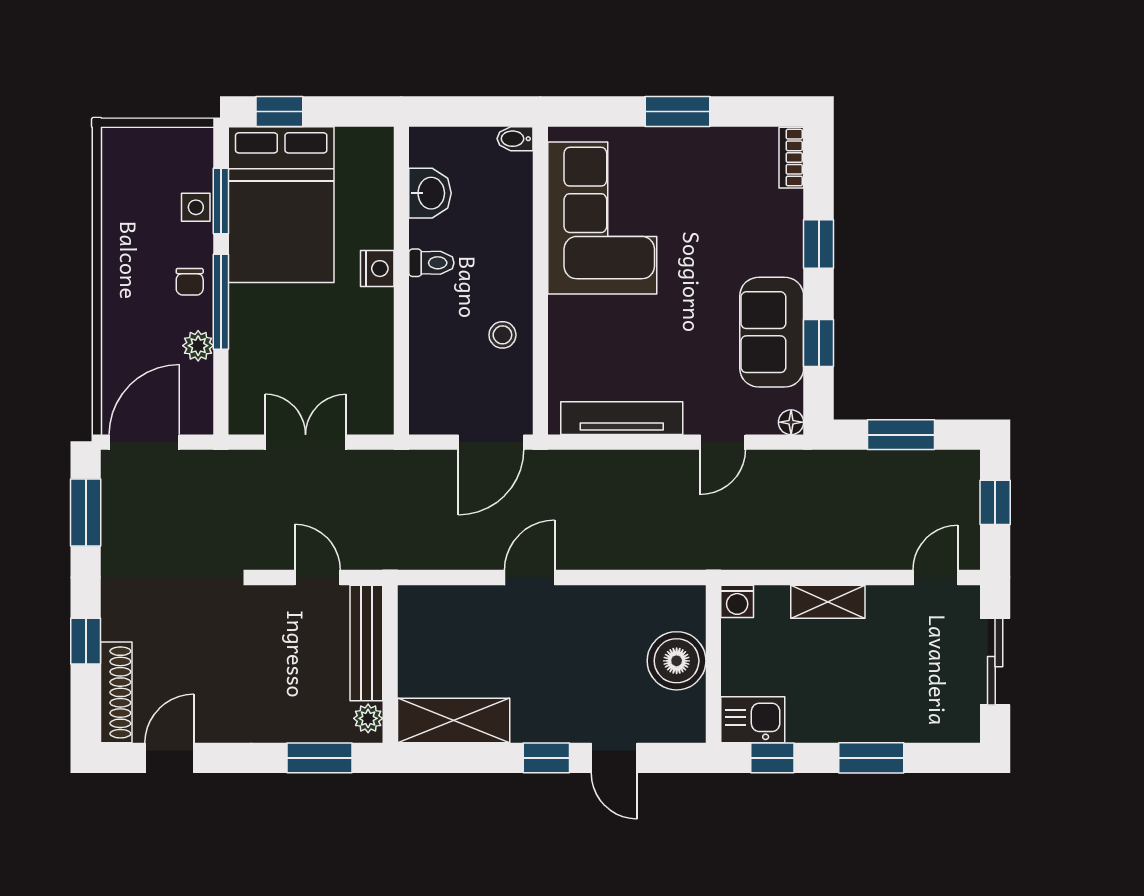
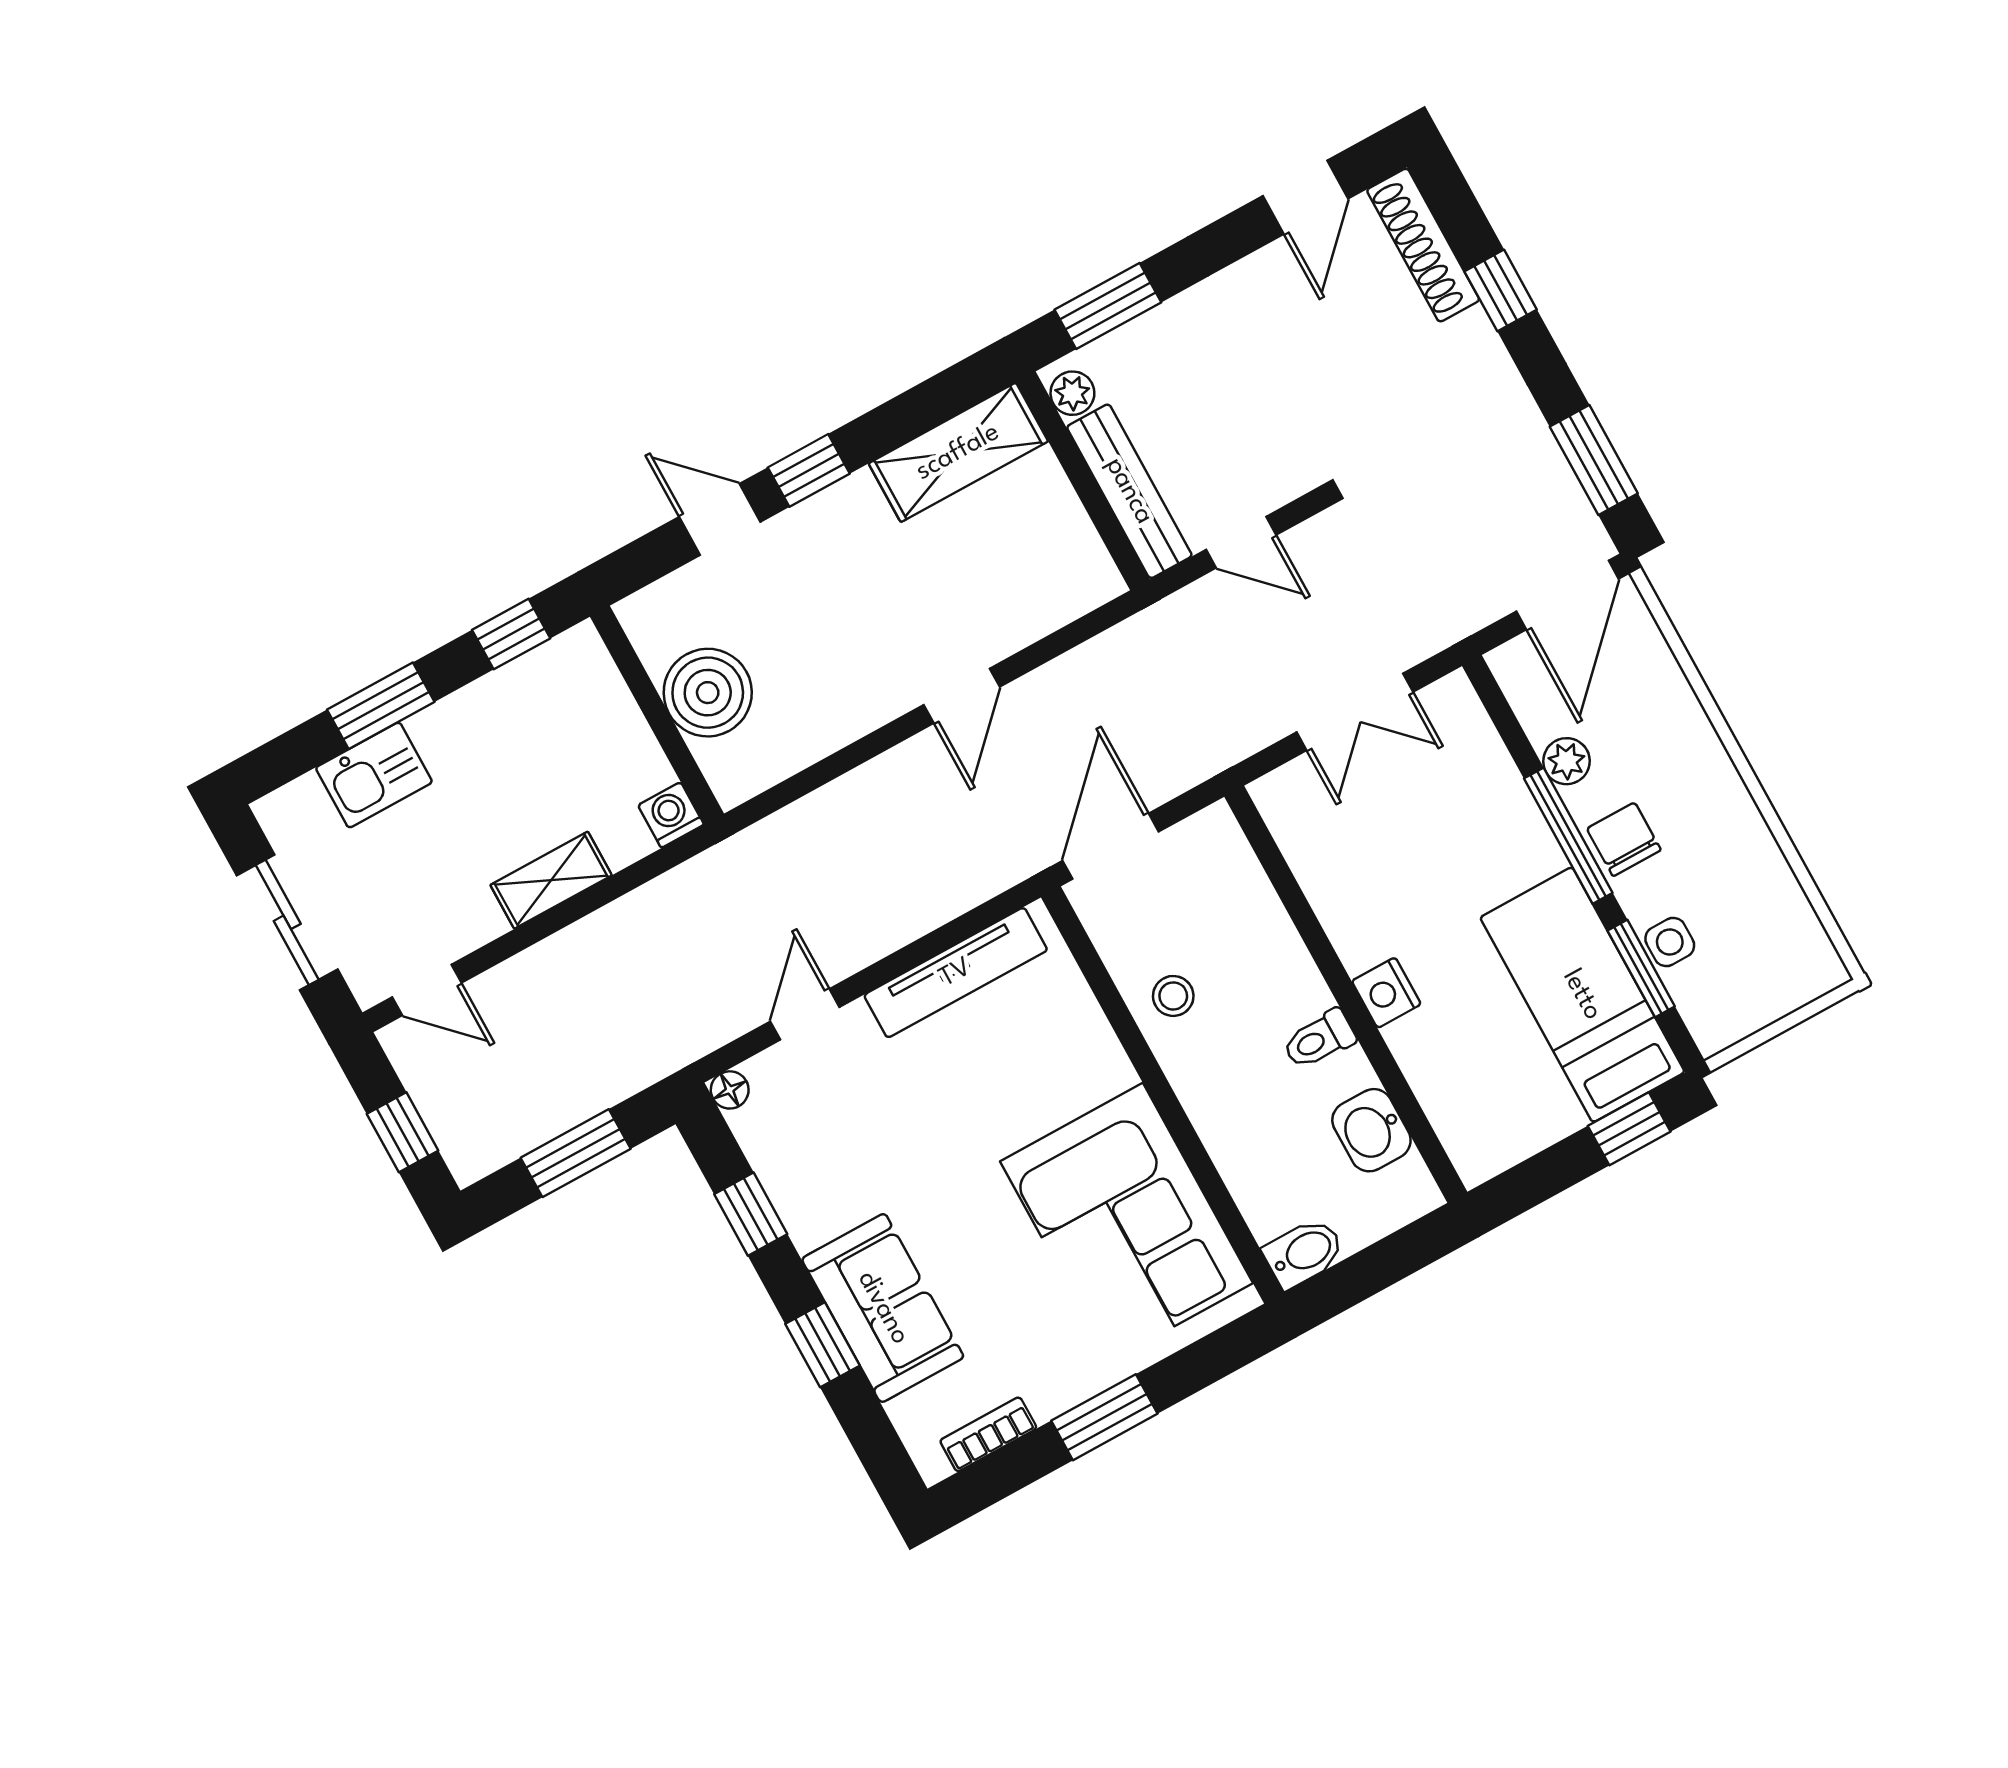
bidet: (515, 139) -> (1304, 1253), width x1.38, depth x1.36
bookcase: (791, 158) -> (988, 1434), moved, turned -90
bed: (281, 205) -> (1582, 995), width x0.67
chair: (190, 282) -> (1624, 839), width x1.37, depth x1.37
sofa: (772, 332) -> (883, 1308), moved
door: (936, 577) -> (427, 990), hinge flipped
kitchen sink: (753, 720) -> (374, 775), moved

